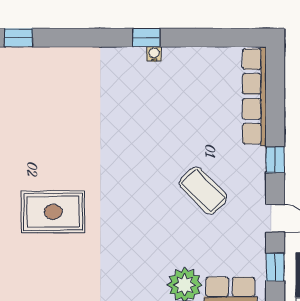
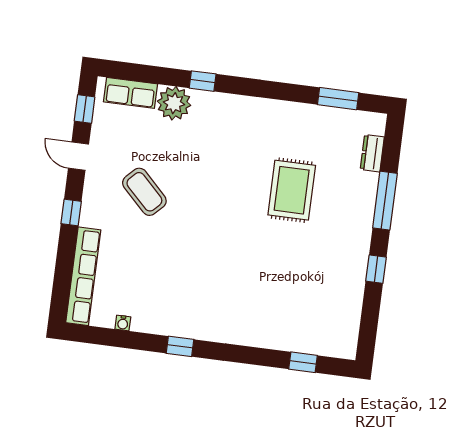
water cooler: (154, 54) -> (123, 323), moved
rug: (53, 212) -> (292, 190), turned 90

